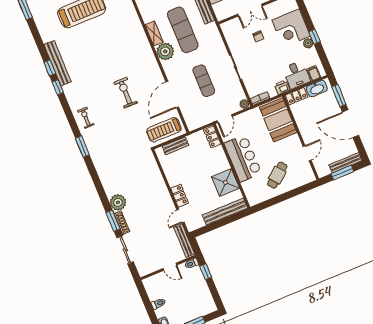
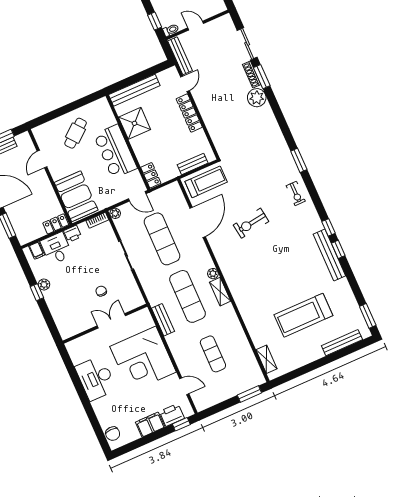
corner desk: (291, 28) -> (64, 301), removed
plant: (165, 51) -> (213, 274), width x0.53, depth x0.53
exercise mat: (204, 81) -> (162, 239), width x1.36, depth x1.45
washbasin: (317, 89) -> (33, 233), removed
exercise bike: (126, 93) -> (251, 223), turned 82
door: (225, 119) -> (137, 196), swing flipped
locker: (179, 196) -> (189, 113), width x1.53

